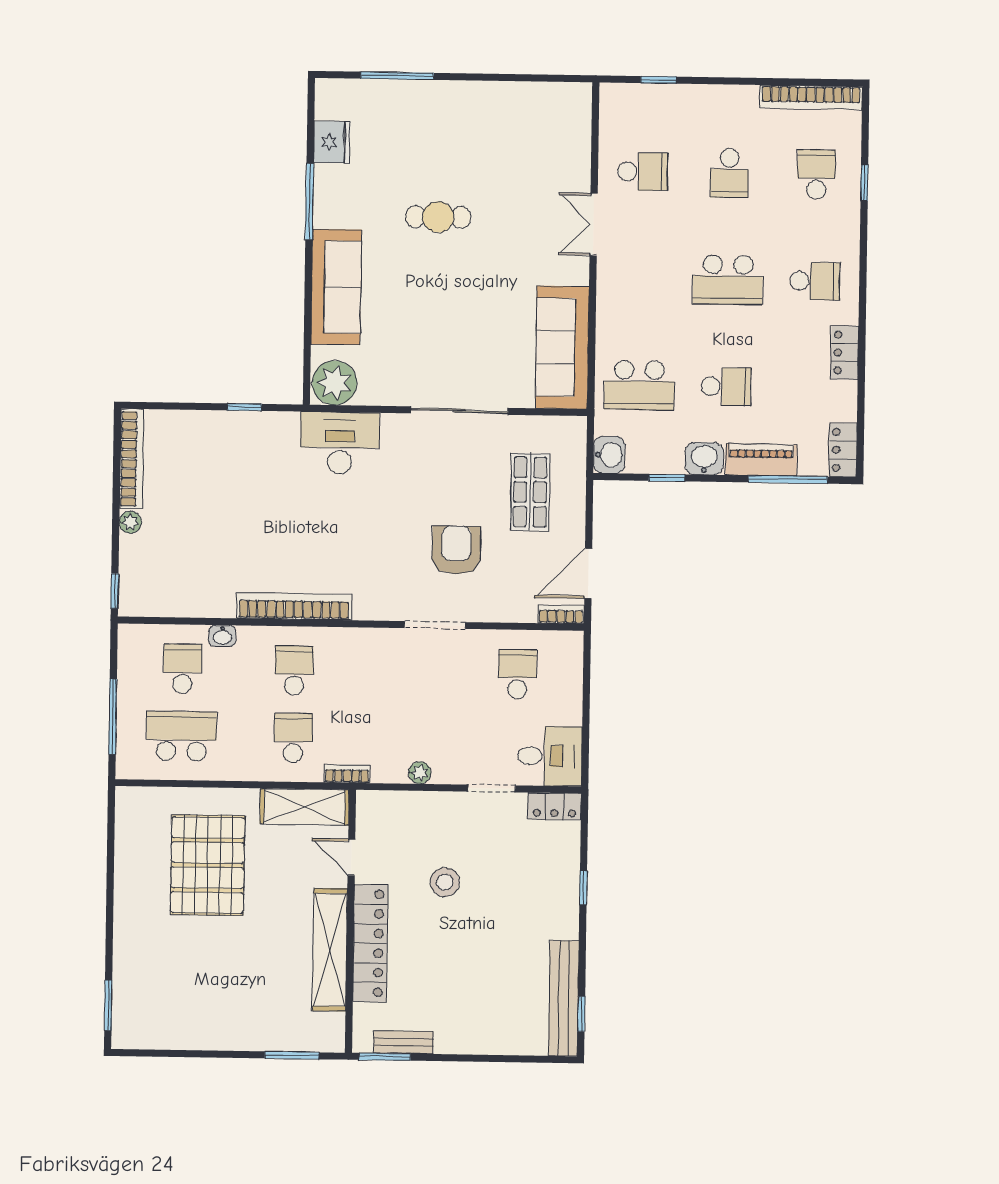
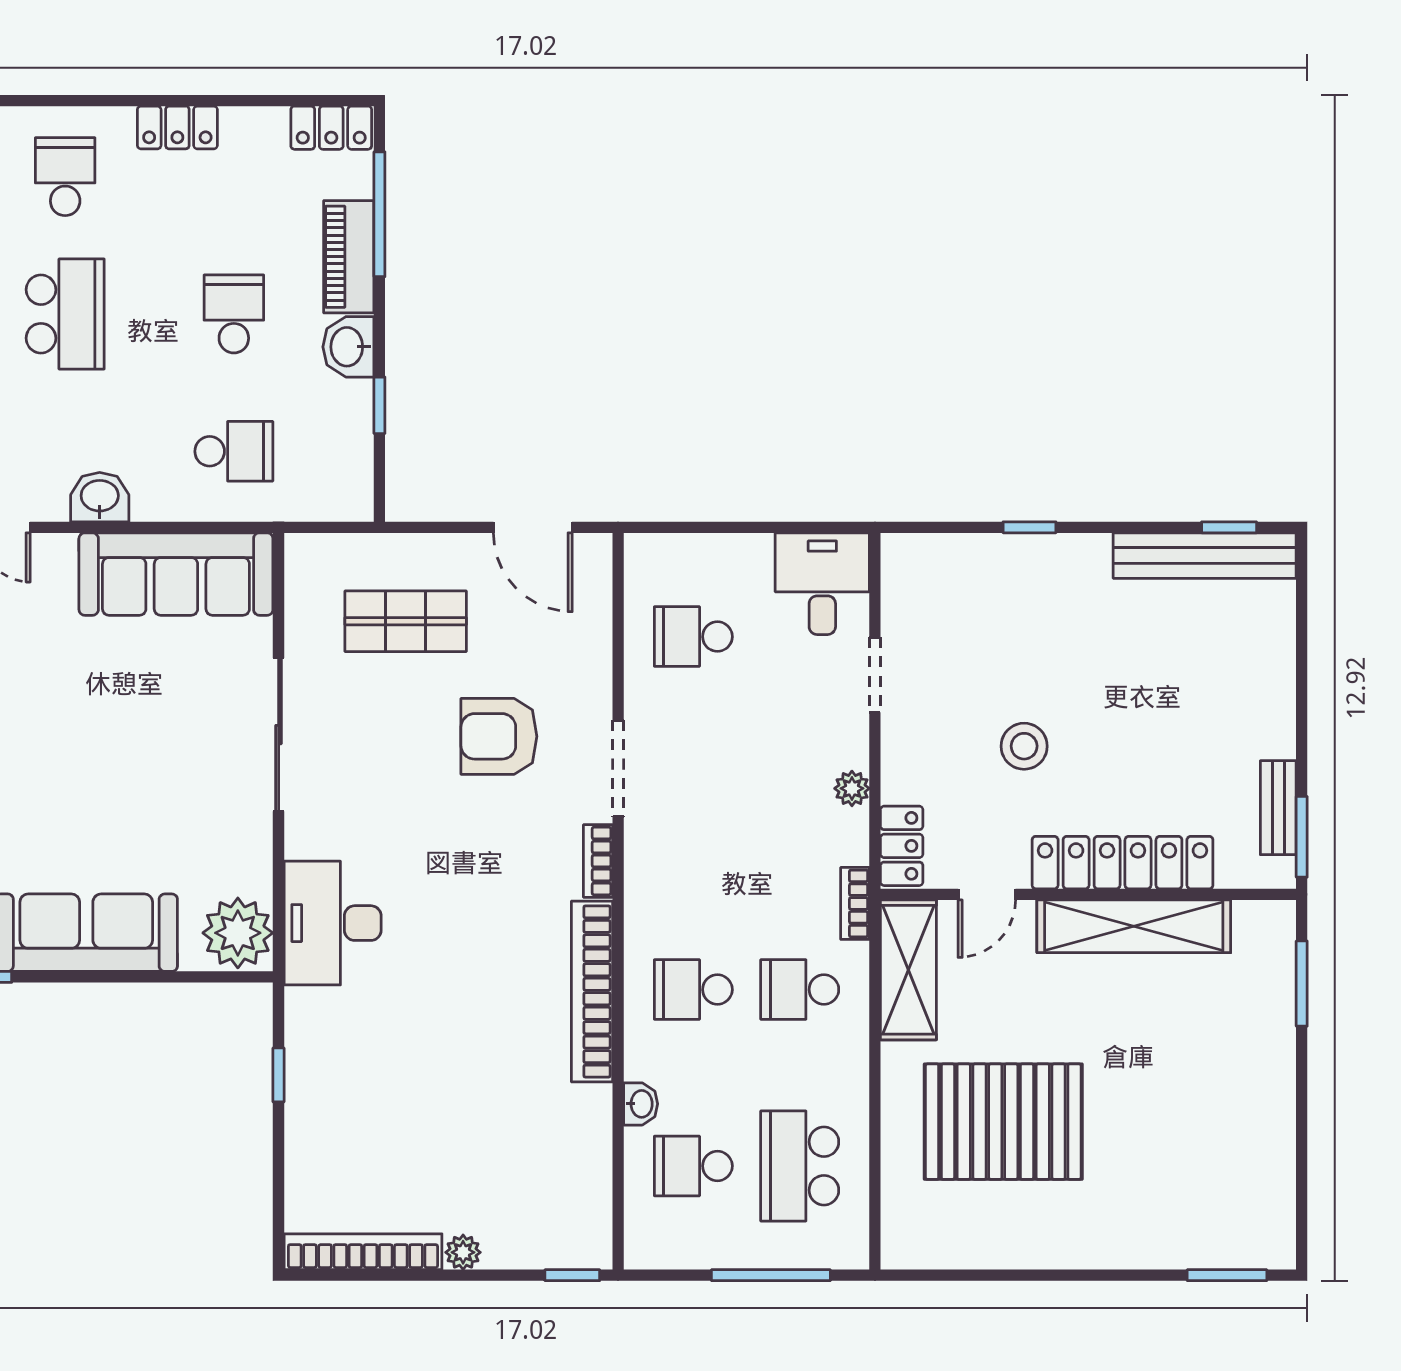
school desk: (639, 385) -> (234, 451), width x0.54
washbasin: (609, 455) -> (100, 497), moved
bookcase: (561, 614) -> (598, 861), moved
locker: (555, 806) -> (902, 846), moved

